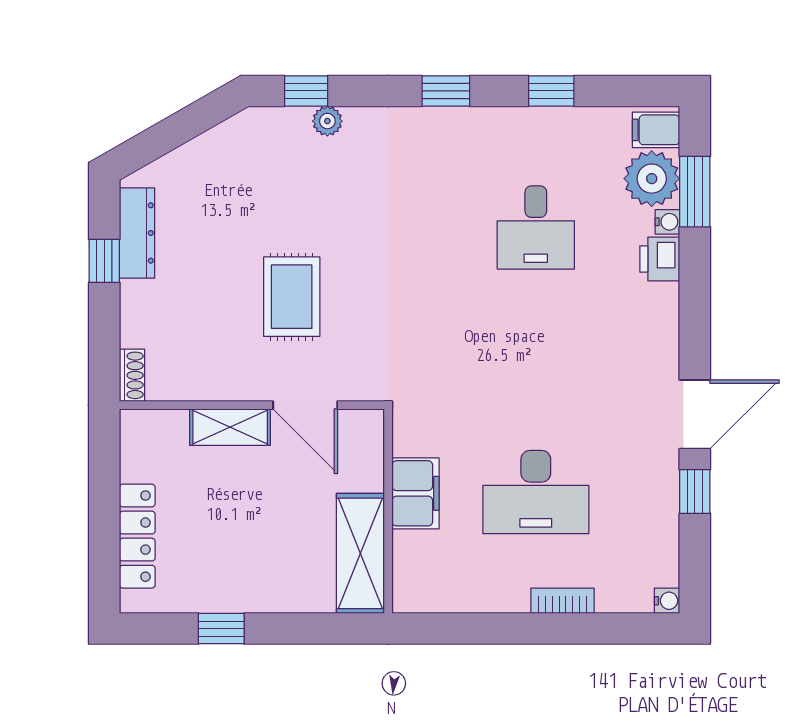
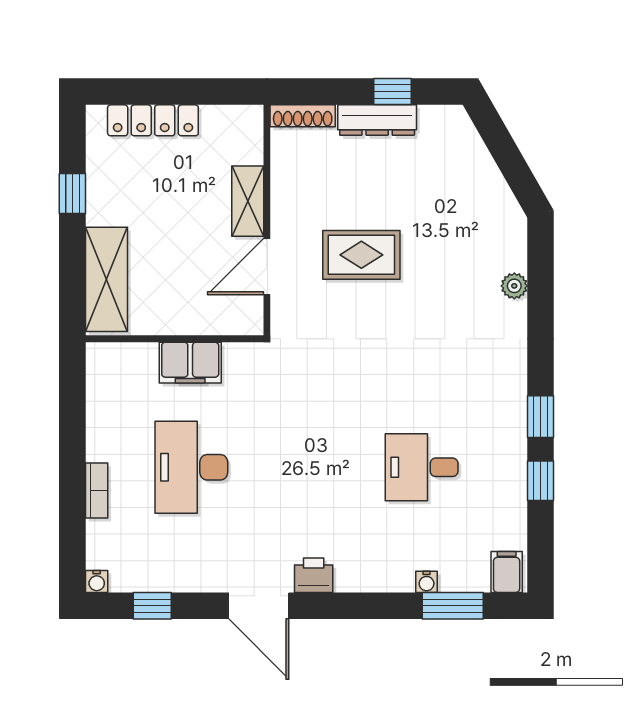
window: (306, 91) -> (540, 267), removed
window: (446, 91) -> (540, 417), moved
plant: (652, 179) -> (464, 568), removed
dresser: (137, 233) -> (377, 120), moved
printer: (660, 259) -> (314, 575), moved
shoe rack: (132, 375) -> (303, 116), width x1.43
window: (695, 491) -> (152, 606), moved
shelving: (360, 553) -> (107, 279), moved, turned 90

